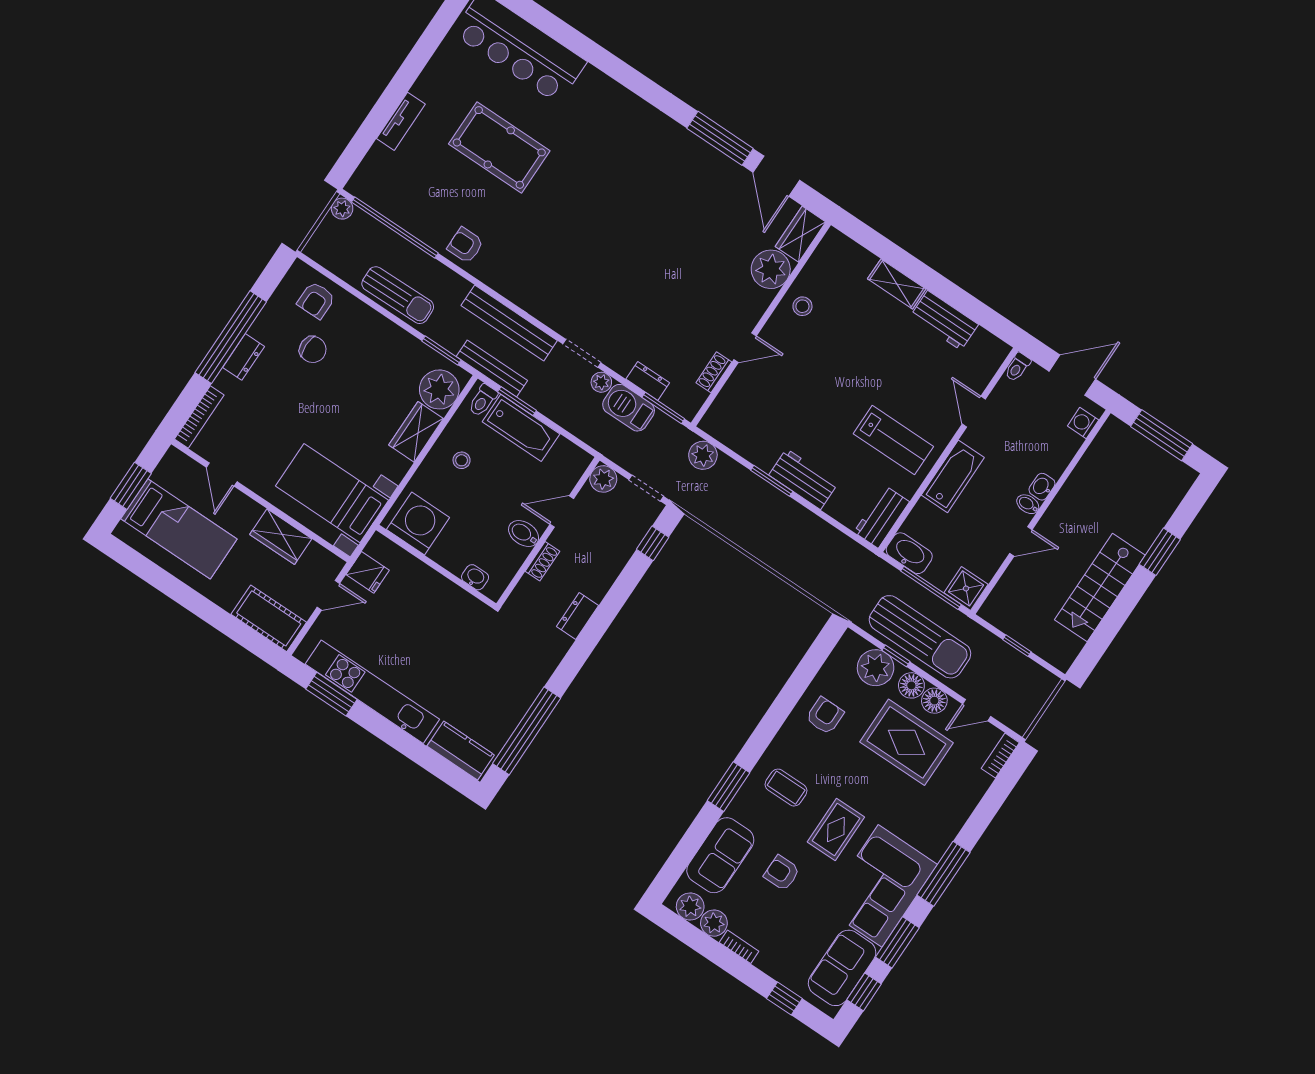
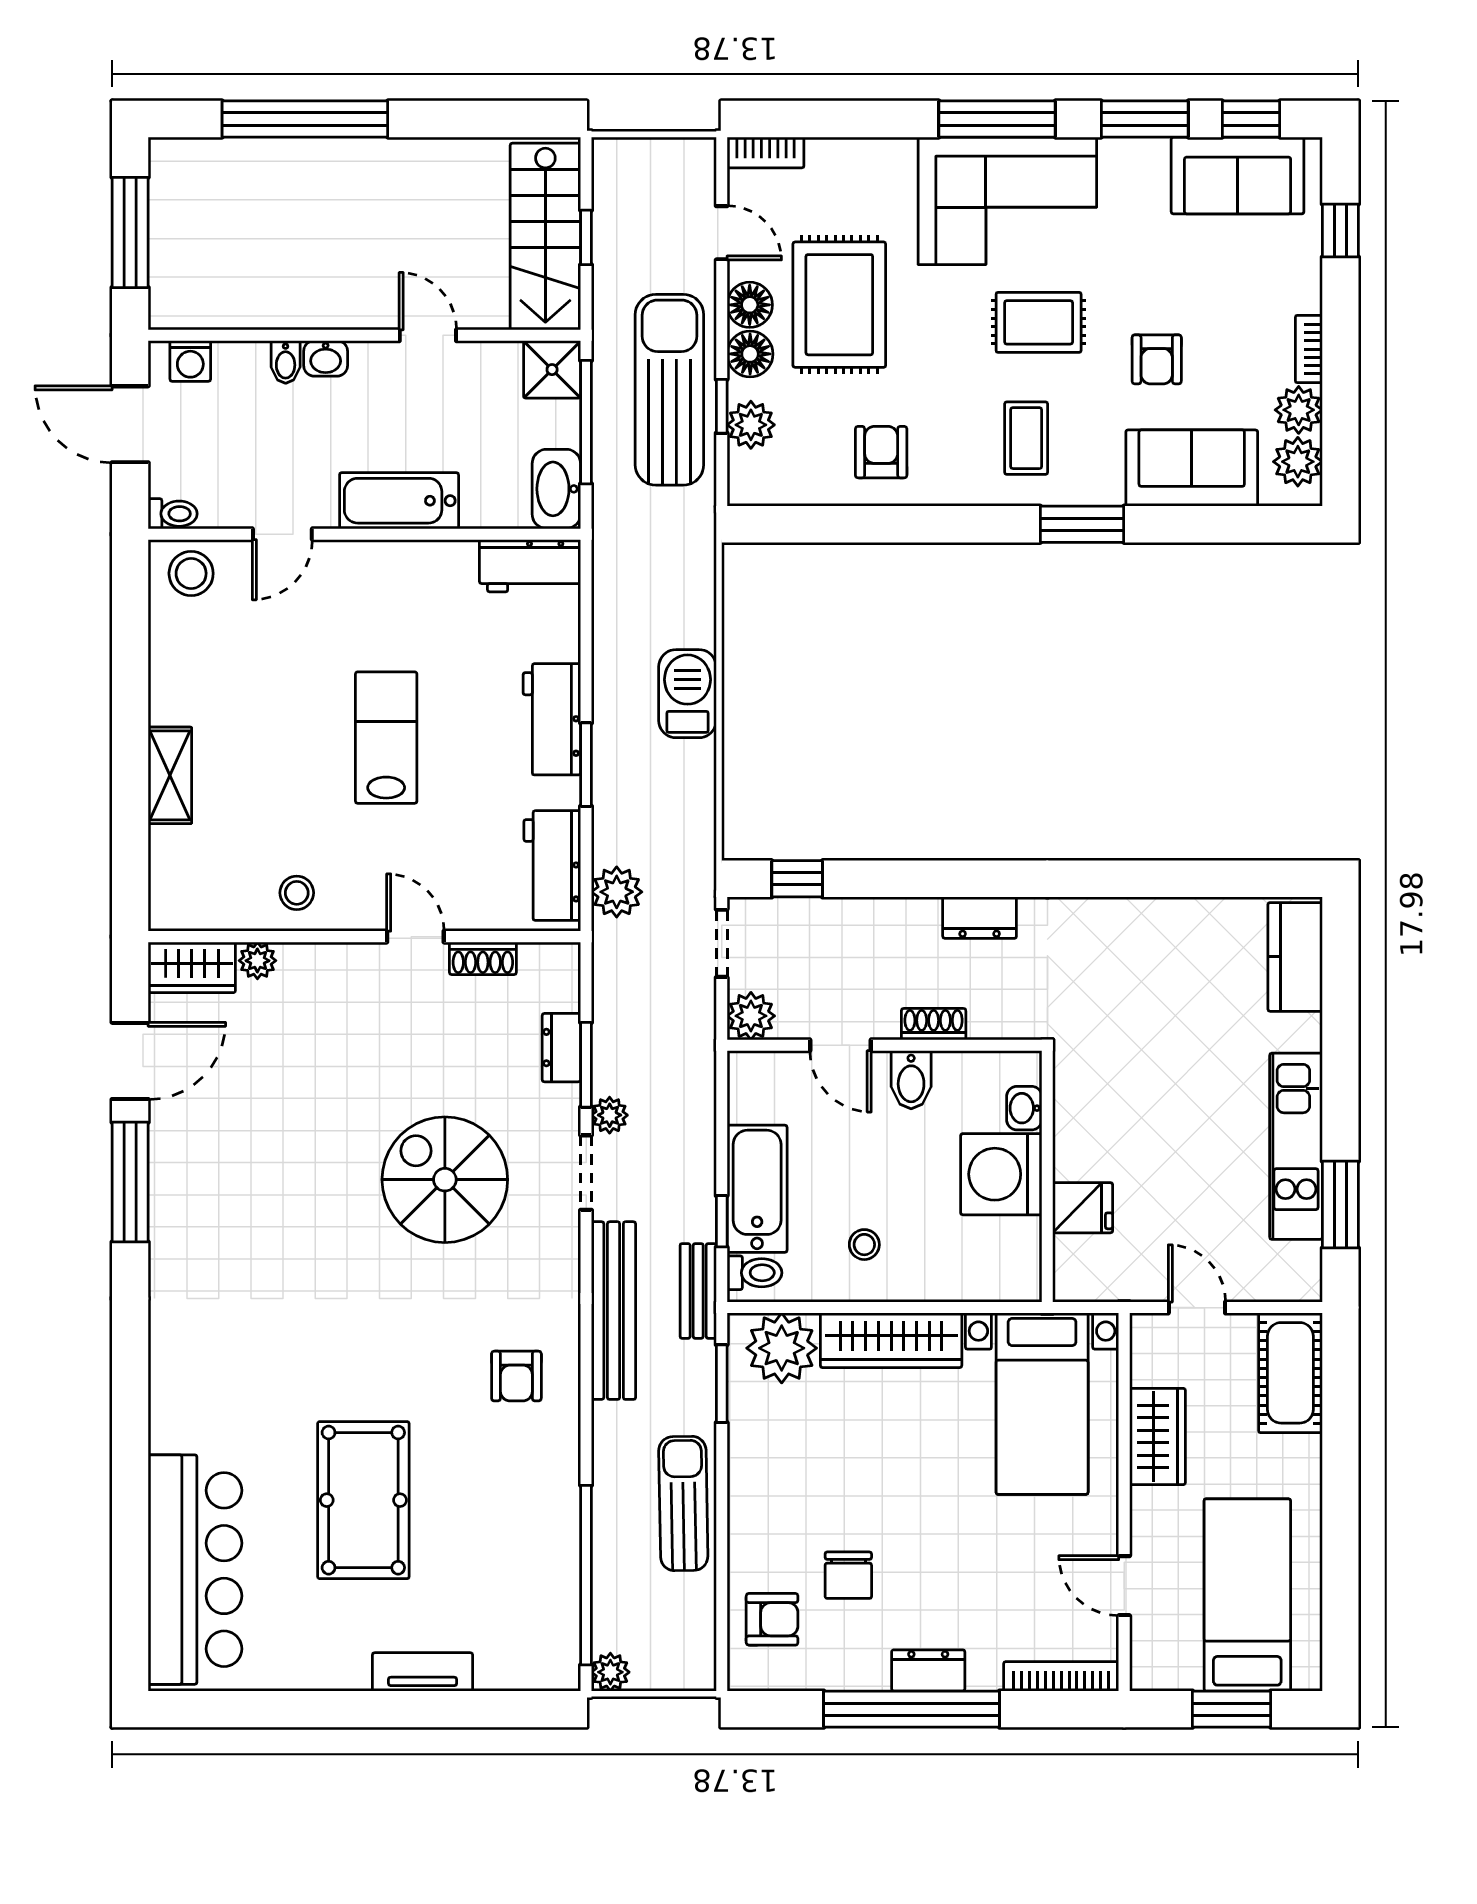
armchair: (465, 245) -> (516, 1376), moved
plant: (771, 269) -> (257, 961), width x0.53, depth x0.53
spiral stairs: (623, 285) -> (445, 1180), added
workbench: (944, 320) -> (552, 866), moved, turned 180
chair: (313, 350) -> (848, 1575), turned 180
stool: (984, 357) -> (191, 573), added
bench: (492, 368) -> (698, 1291), width x0.73
window: (517, 401) -> (722, 1221), width x0.67
barbecue: (629, 408) -> (687, 694), moved, turned 180
window: (663, 408) -> (586, 1065), moved
wardrobe: (416, 432) -> (891, 1340), width x1.50
lab bench: (893, 440) -> (386, 738), moved
door: (222, 475) -> (1124, 1586), swing flipped
bidet: (1028, 504) -> (286, 362), moved
washing machine: (418, 523) -> (1001, 1174), moved
window: (1160, 552) -> (305, 119), width x2.11
fridge: (368, 572) -> (1083, 1208), moved, turned 90
stairs: (1100, 588) -> (545, 236), moved, turned 90
plant: (876, 668) -> (751, 425), width x0.73, depth x0.73
kitchen unit: (372, 692) -> (1296, 1146), width x0.73
armchair: (825, 716) -> (881, 452), turned 90
window: (527, 731) -> (1200, 879), removed
corner sofa: (880, 886) -> (1007, 201), moved

